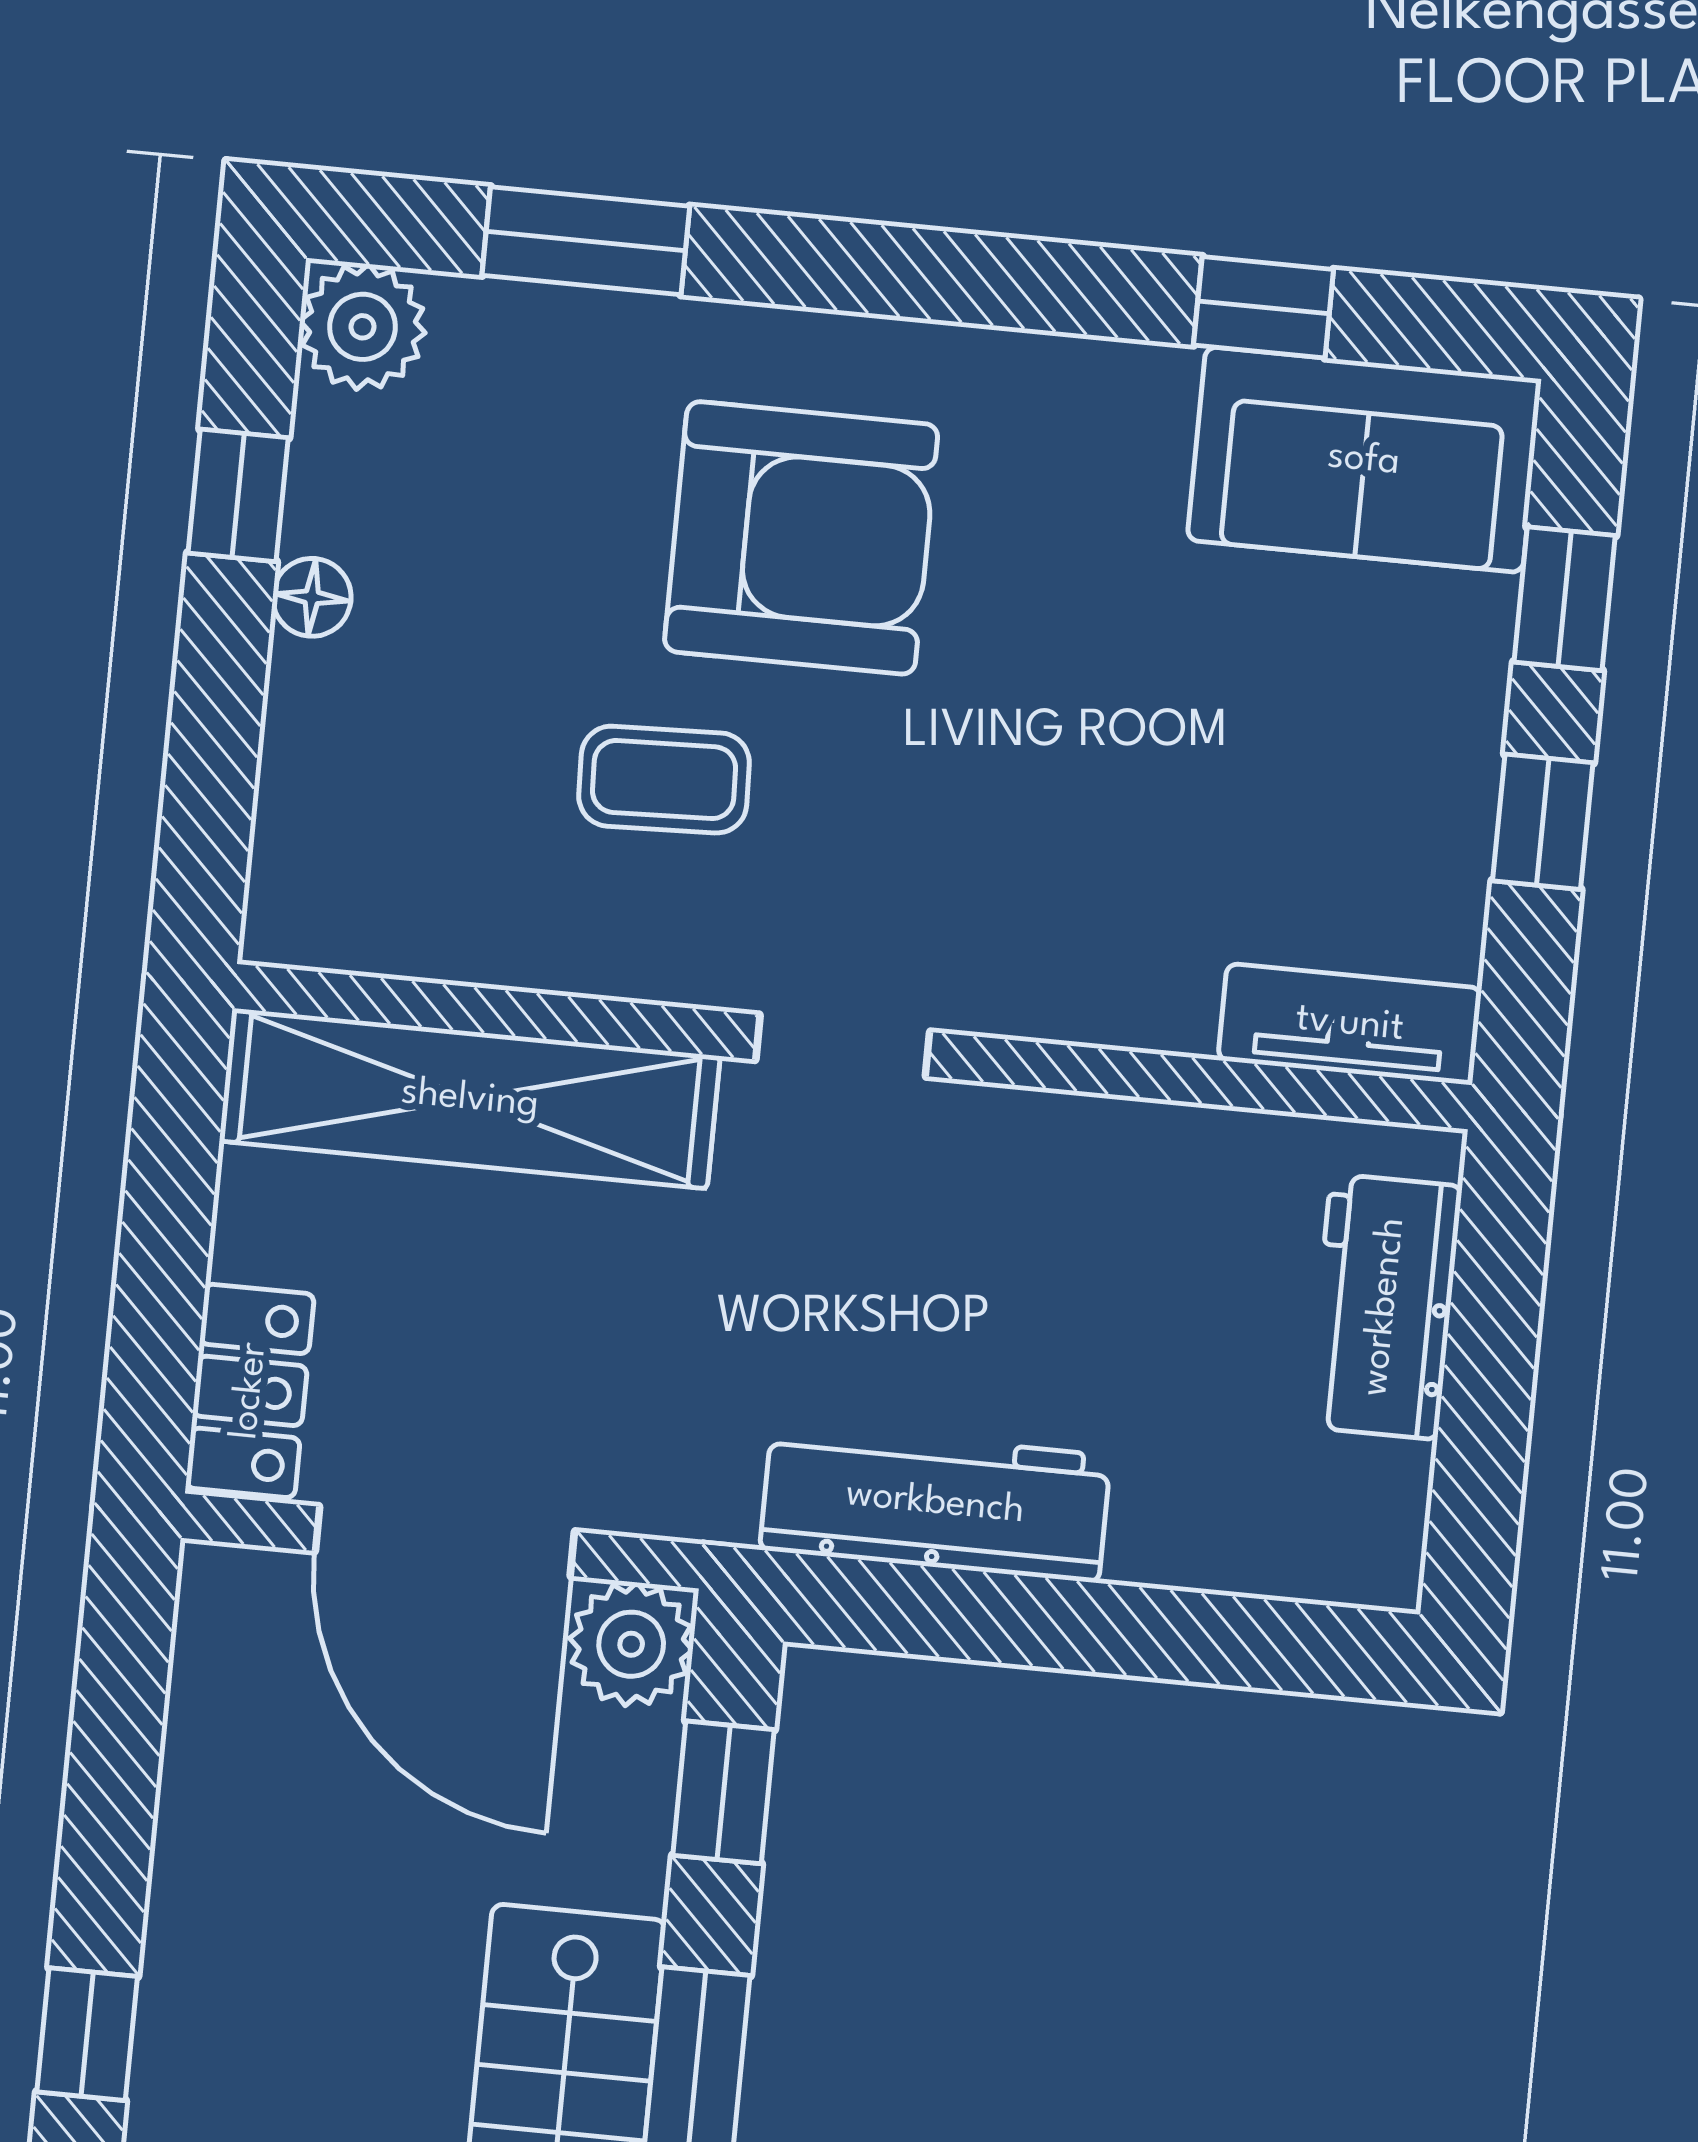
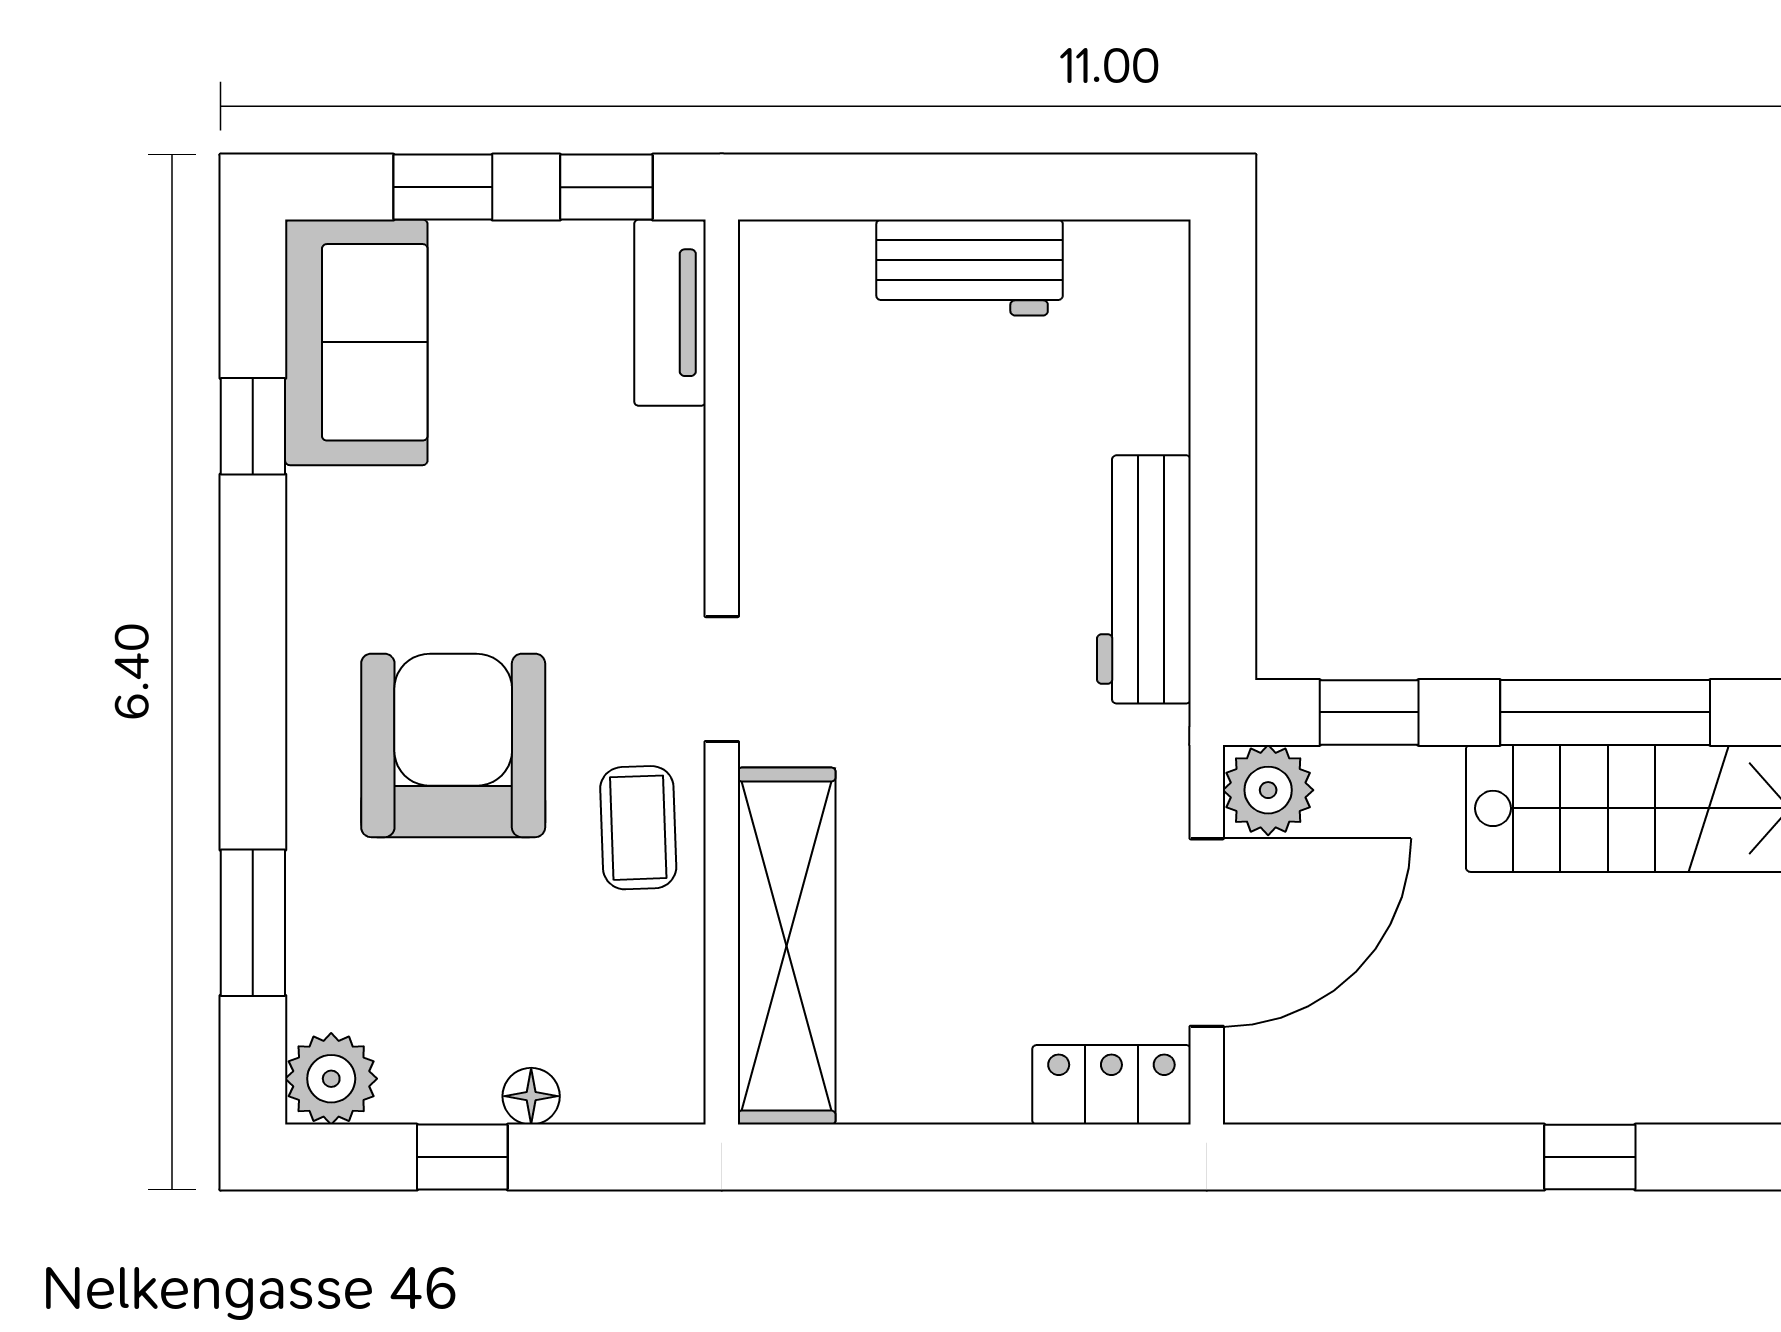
tv unit: (1350, 1024) -> (670, 313), moved
doorway: (843, 1046) -> (722, 679), moved
wall: (852, 1047) -> (722, 672), moved
shelving: (470, 1099) -> (787, 946), moved

